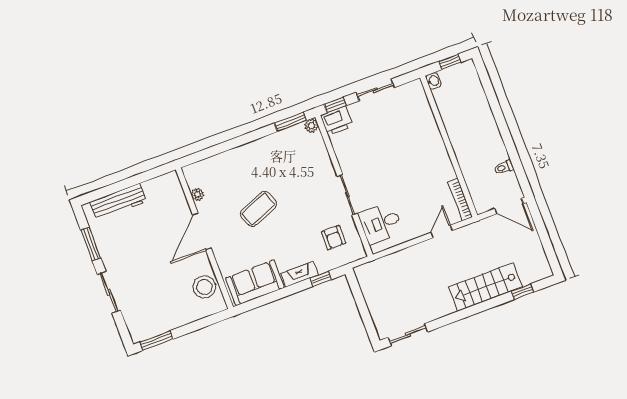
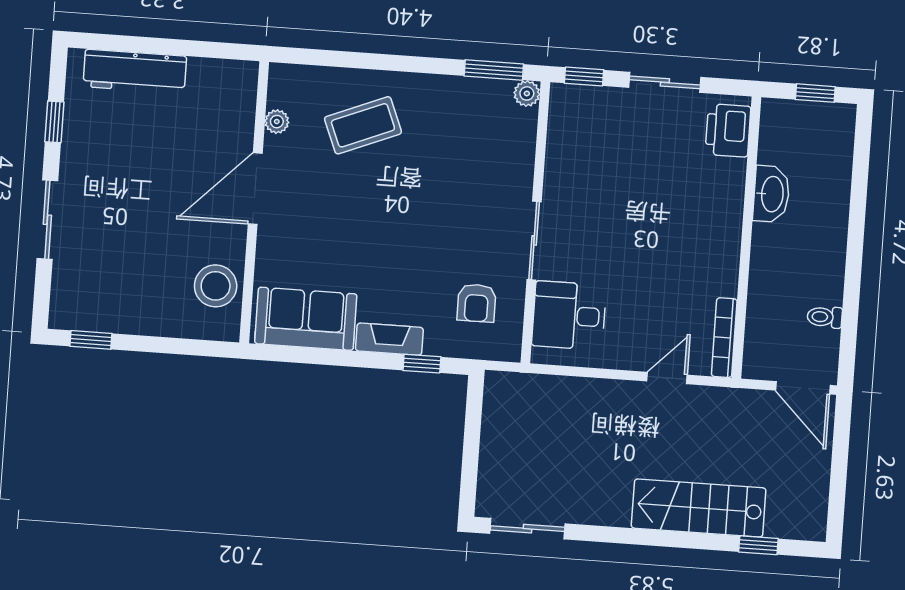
washbasin: (433, 81) -> (771, 194), moved, width x1.91, depth x1.45
printer: (337, 121) -> (728, 130), moved, turned 90
coffee table: (259, 209) -> (363, 125), moved
window: (91, 244) -> (54, 122), width x0.67
window: (156, 340) -> (91, 340), width x0.67

